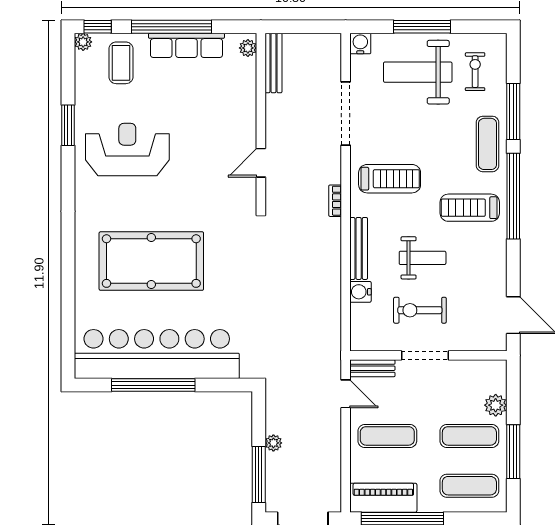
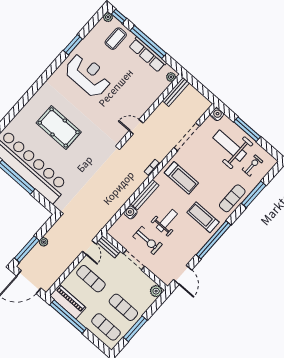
window: (513, 196) -> (214, 240), moved
weight bench: (423, 258) -> (167, 221), turned -90
pool table: (151, 261) -> (59, 127), width x0.73, depth x0.76
exercise bike: (420, 310) -> (148, 240), turned 180
plant: (496, 405) -> (156, 291), moved

